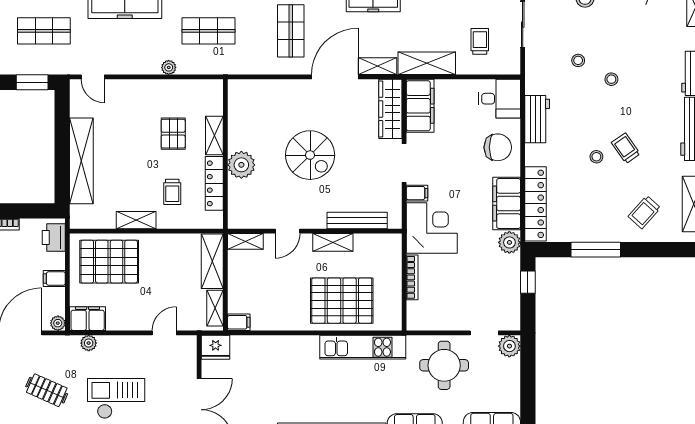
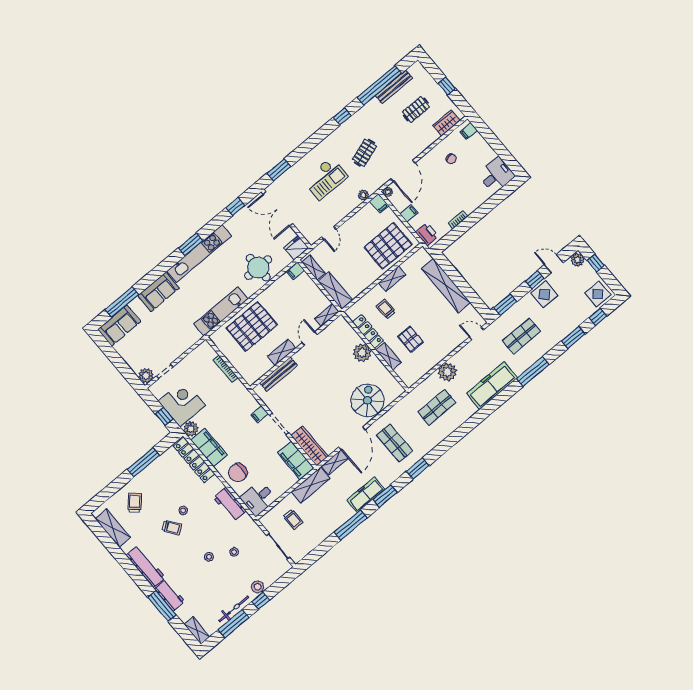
plant: (169, 67) -> (447, 372), width x1.87, depth x1.87
spiral stairs: (310, 155) -> (367, 400), moved, turned 90
corner desk: (432, 228) -> (182, 403), moved, turned 180
filing cabinet: (88, 319) -> (379, 203), width x0.50
round table: (444, 365) -> (258, 268), moved
clothes rail: (47, 390) -> (365, 153), turned -42

